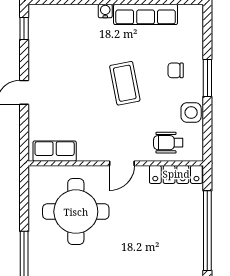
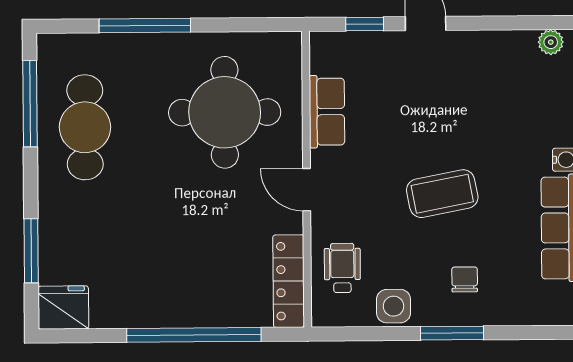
plant: (36, 18) -> (551, 42), added
window: (24, 29) -> (365, 24), moved
row of seats: (55, 151) -> (327, 112), moved

